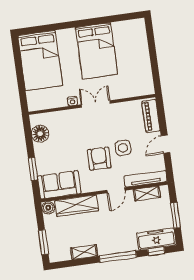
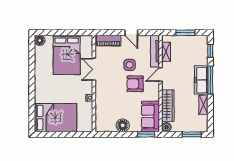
floor lamp: (139, 26) -> (40, 40), added
bed: (97, 51) -> (67, 55), moved, turned 90
double door: (96, 104) -> (94, 69), moved
floor lamp: (40, 134) -> (123, 125), moved
window: (33, 169) -> (146, 134), moved
door: (116, 190) -> (161, 75), swing flipped
freezer: (156, 239) -> (201, 80), moved

